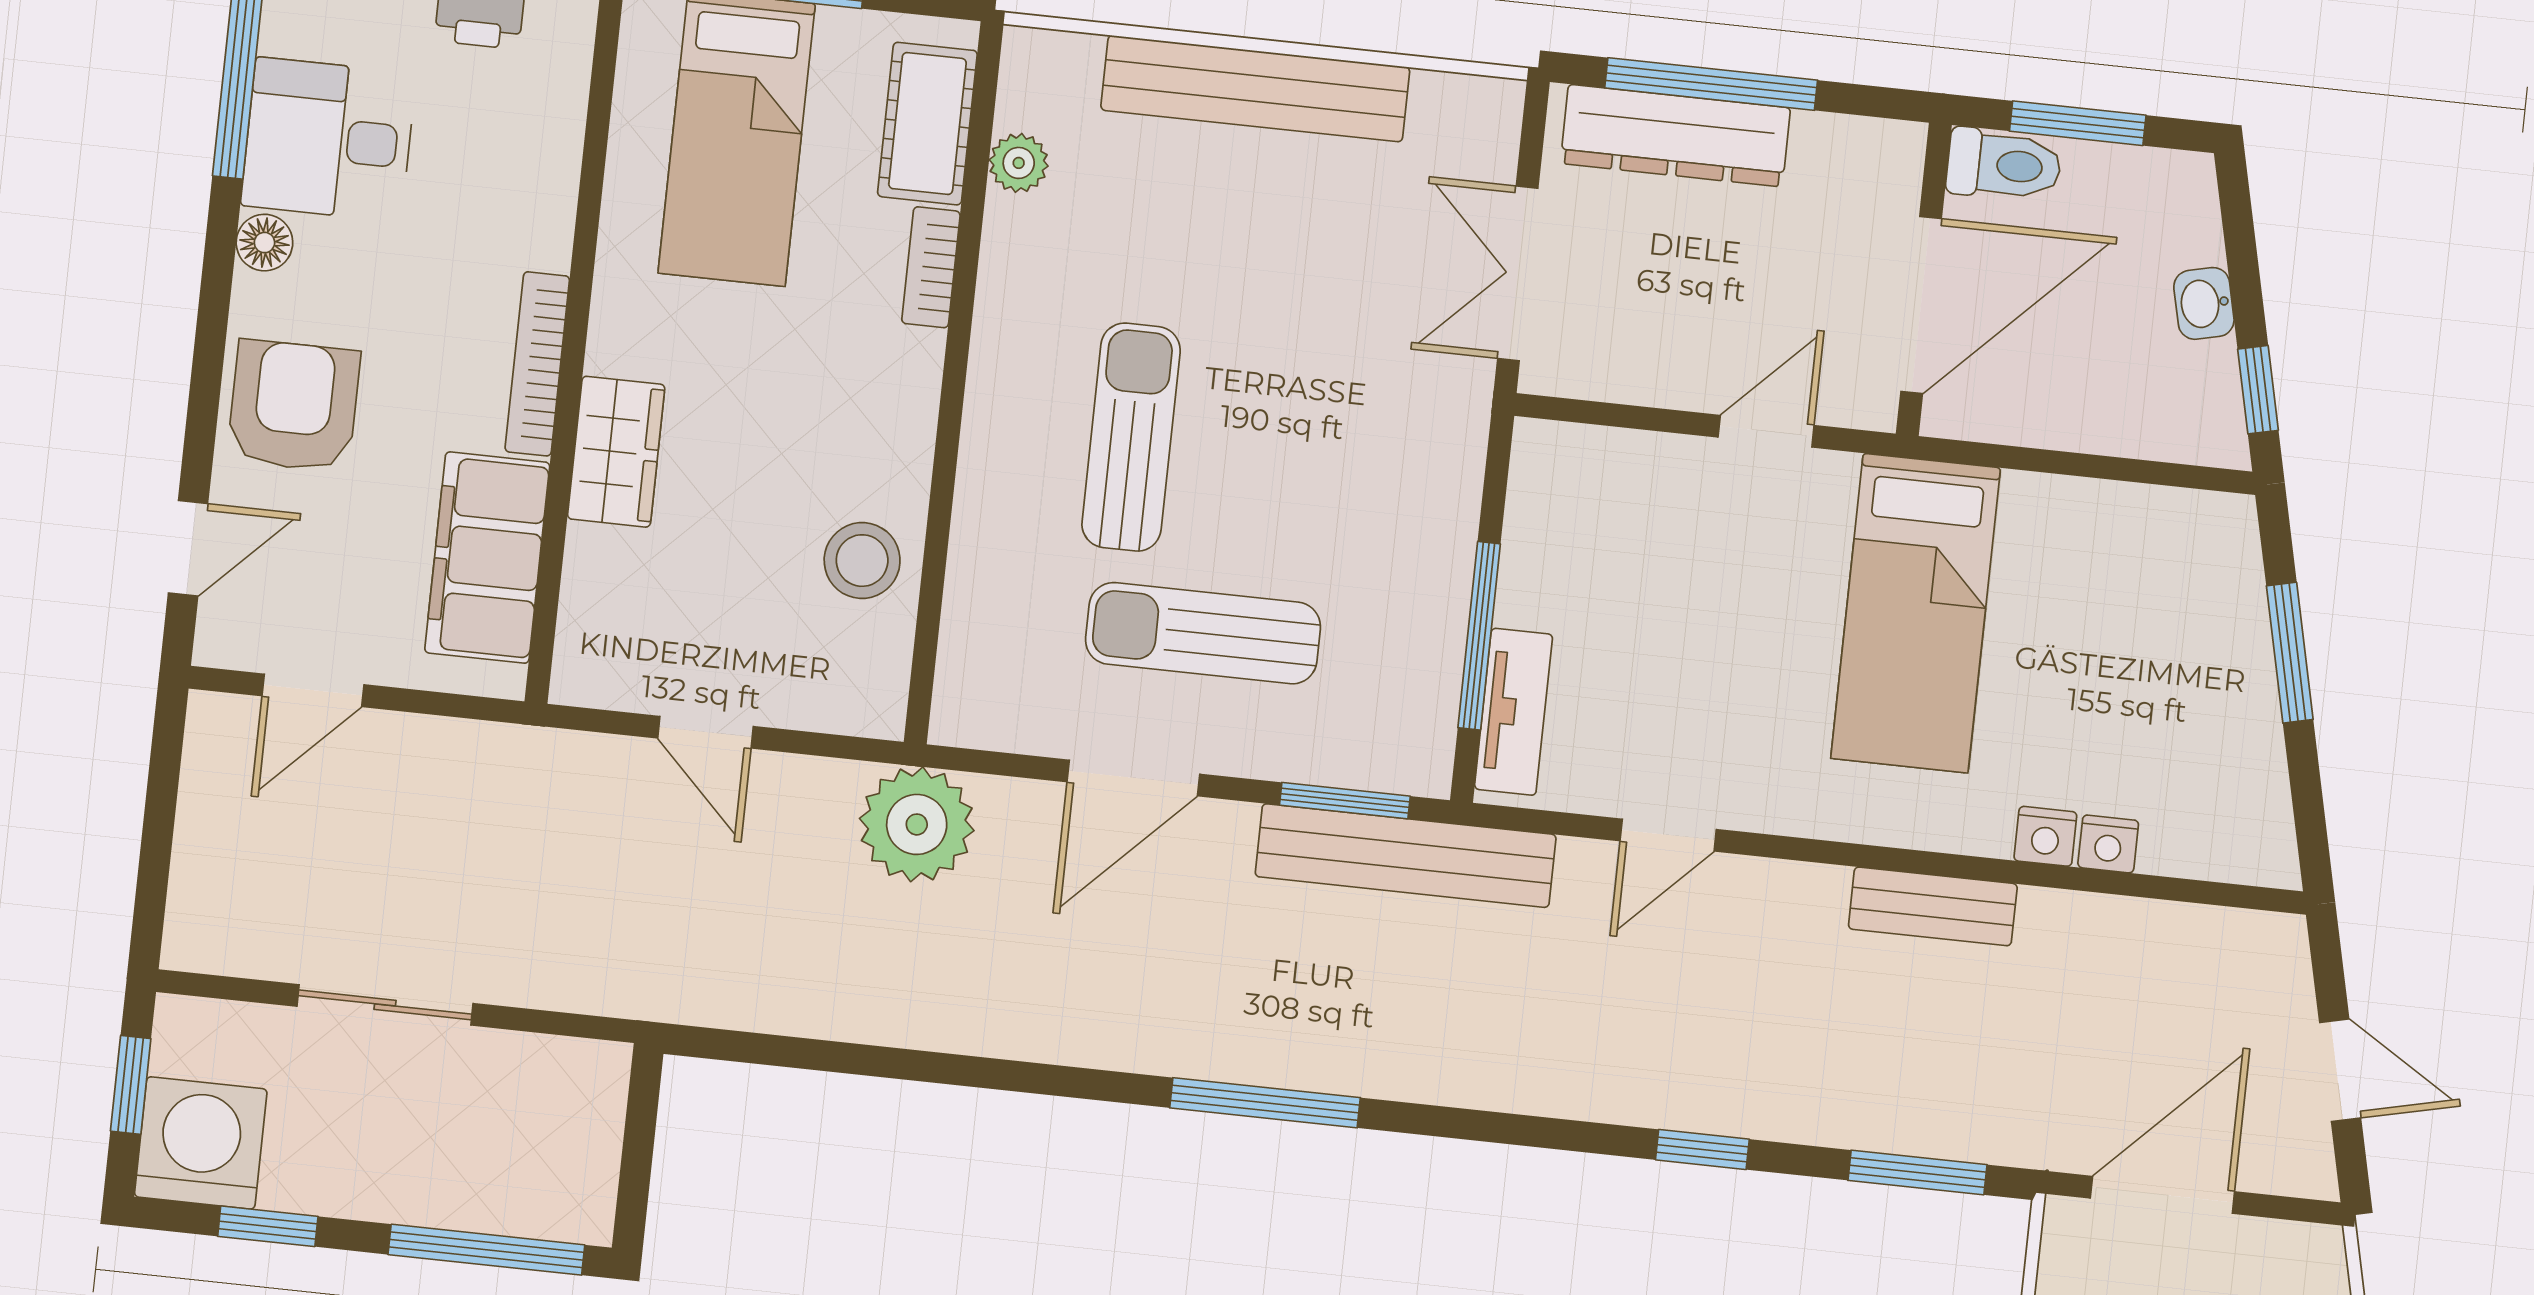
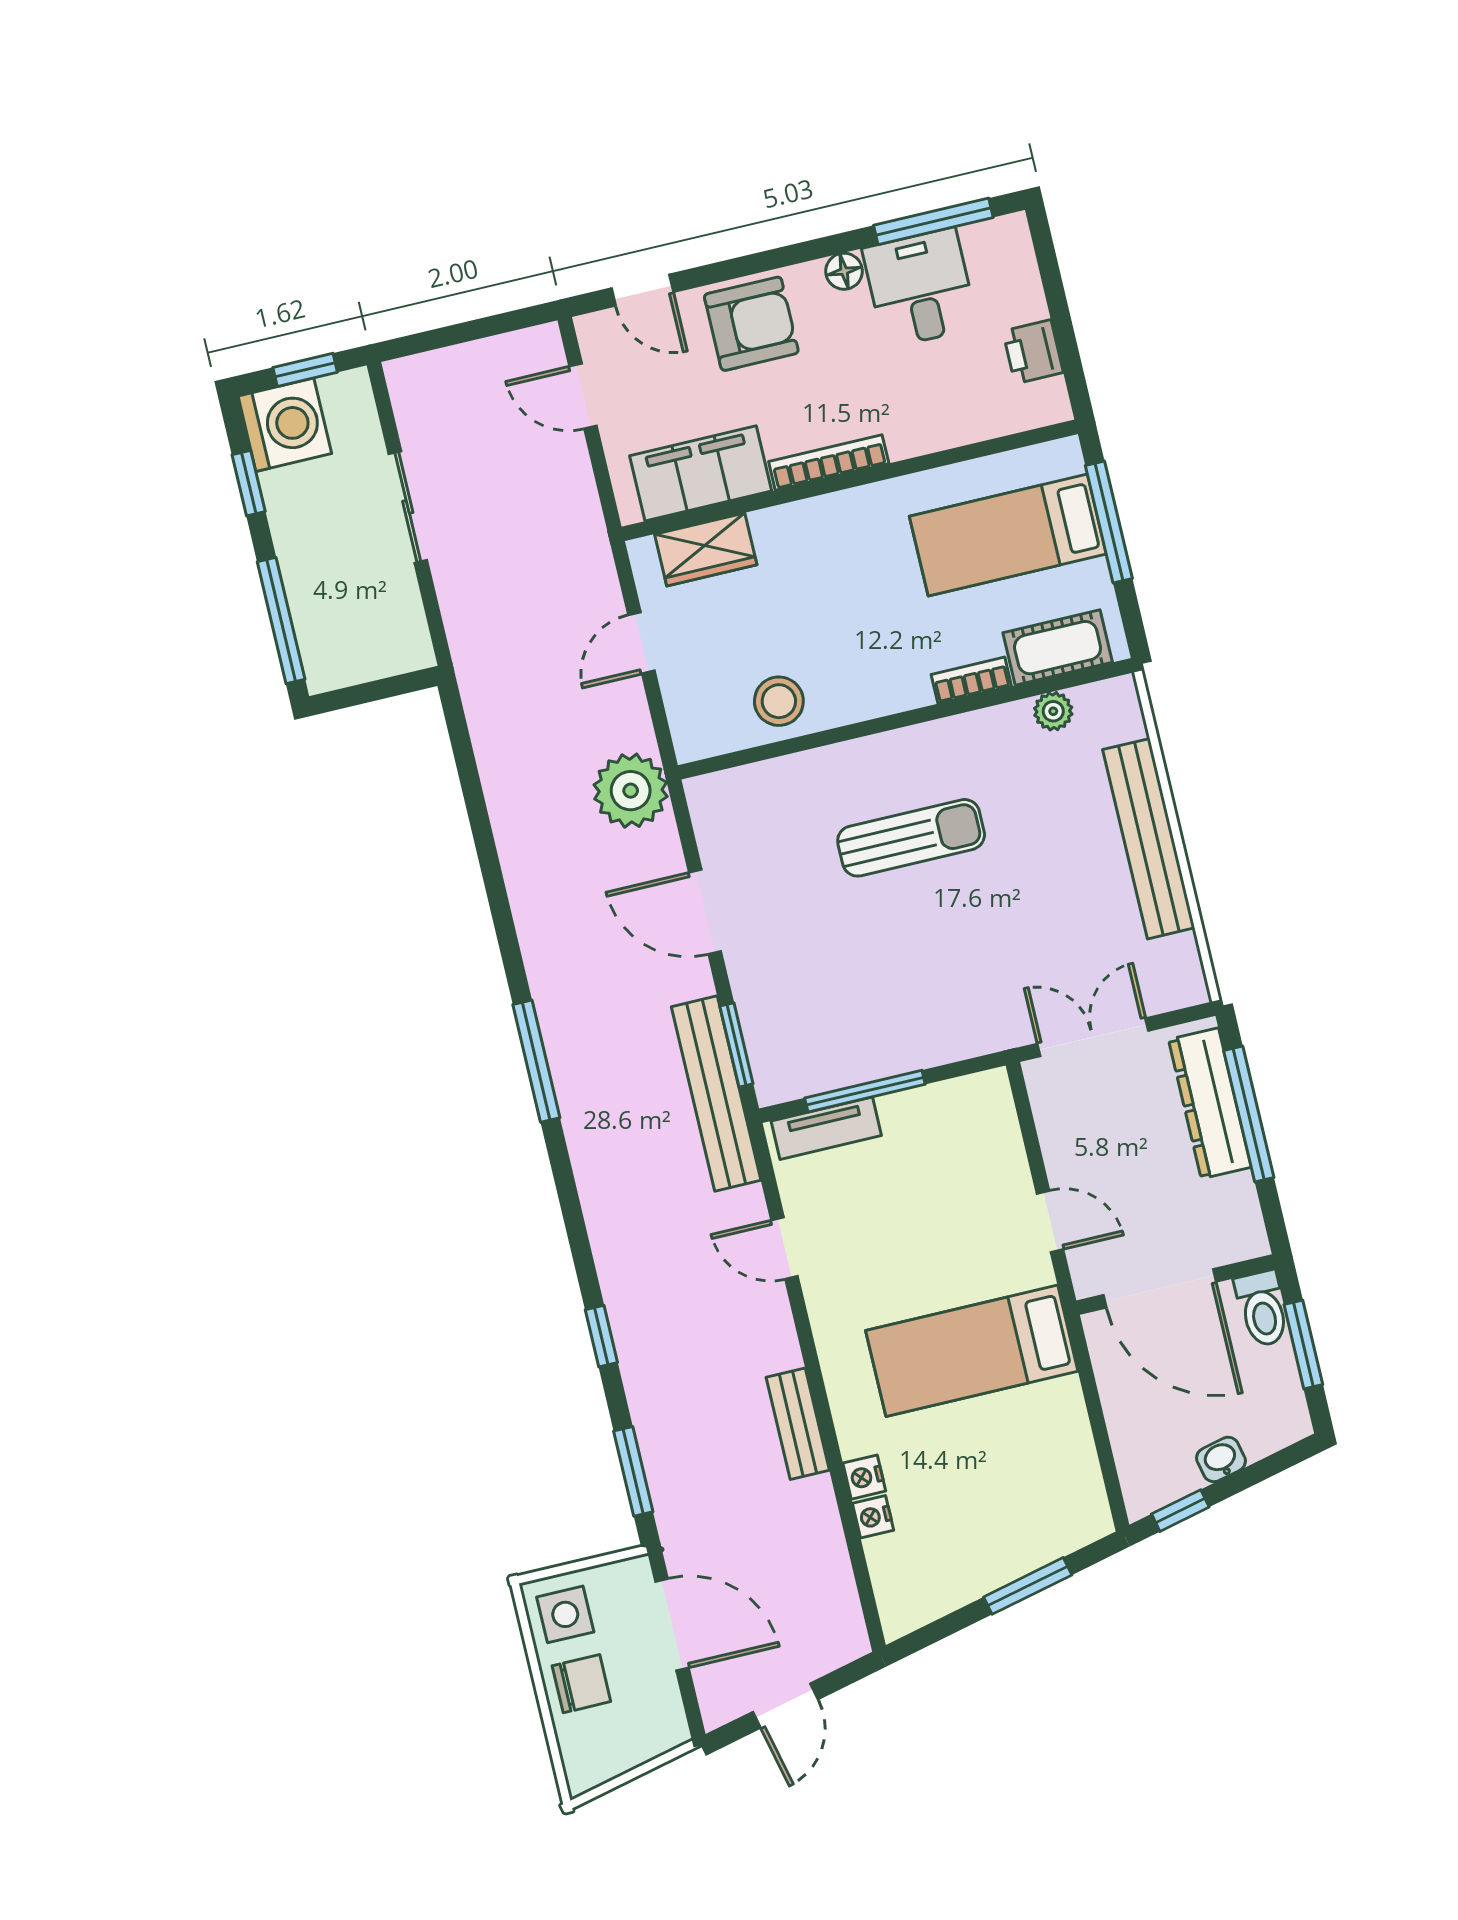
wardrobe: (616, 452) -> (706, 549), moved
sun lounger: (1203, 633) -> (808, 923), removed

